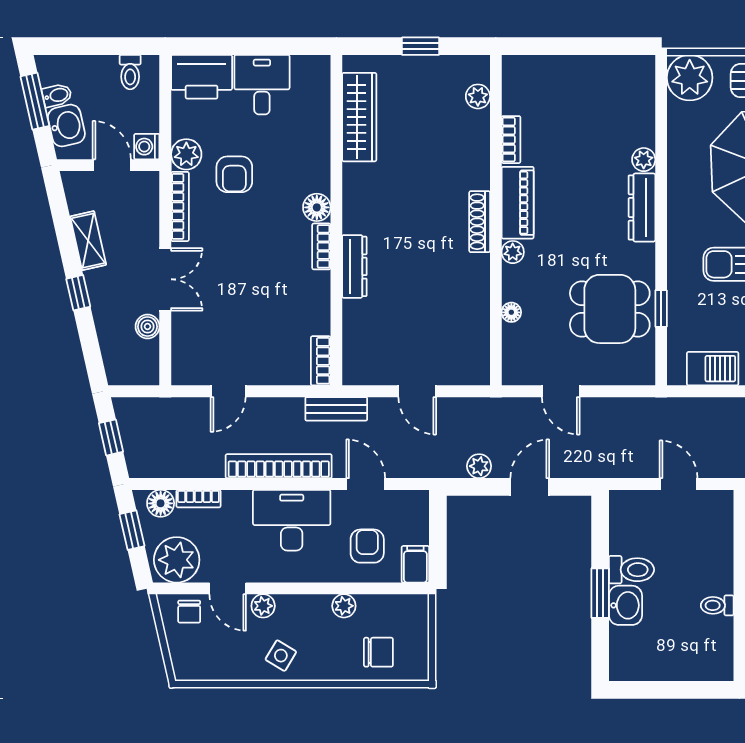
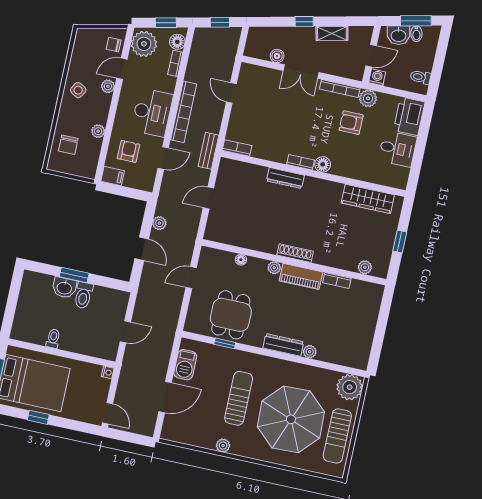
armchair: (367, 546) -> (129, 151), turned -90

